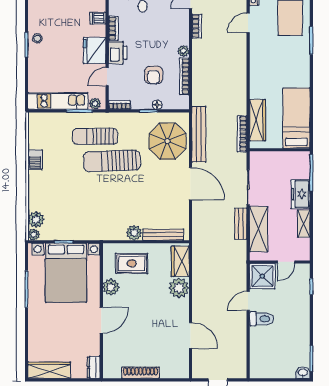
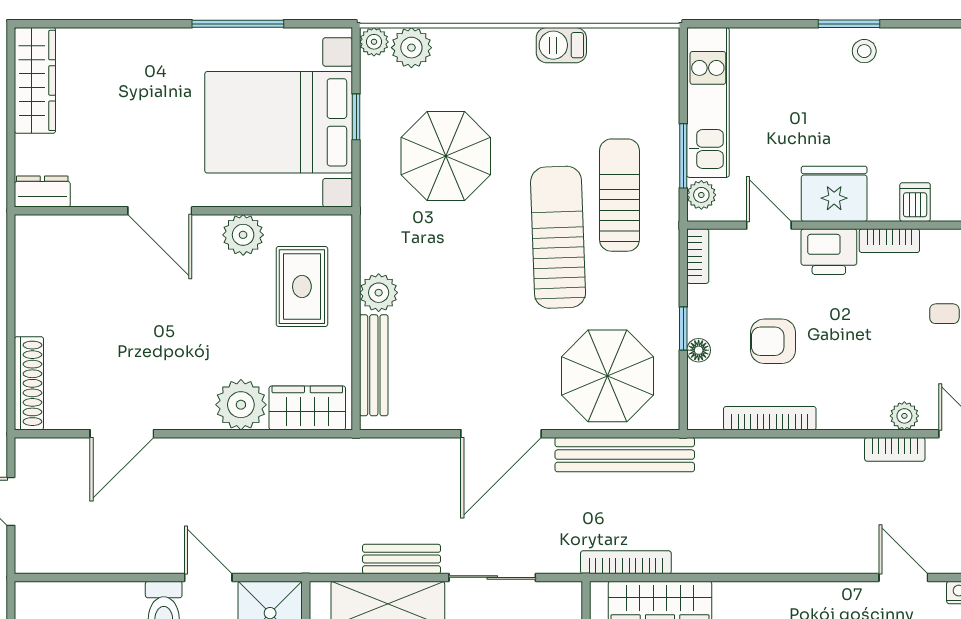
plant: (183, 51) -> (904, 416), moved
parasol: (79, 206) -> (446, 156), added
shoe rack: (141, 373) -> (29, 383), moved

